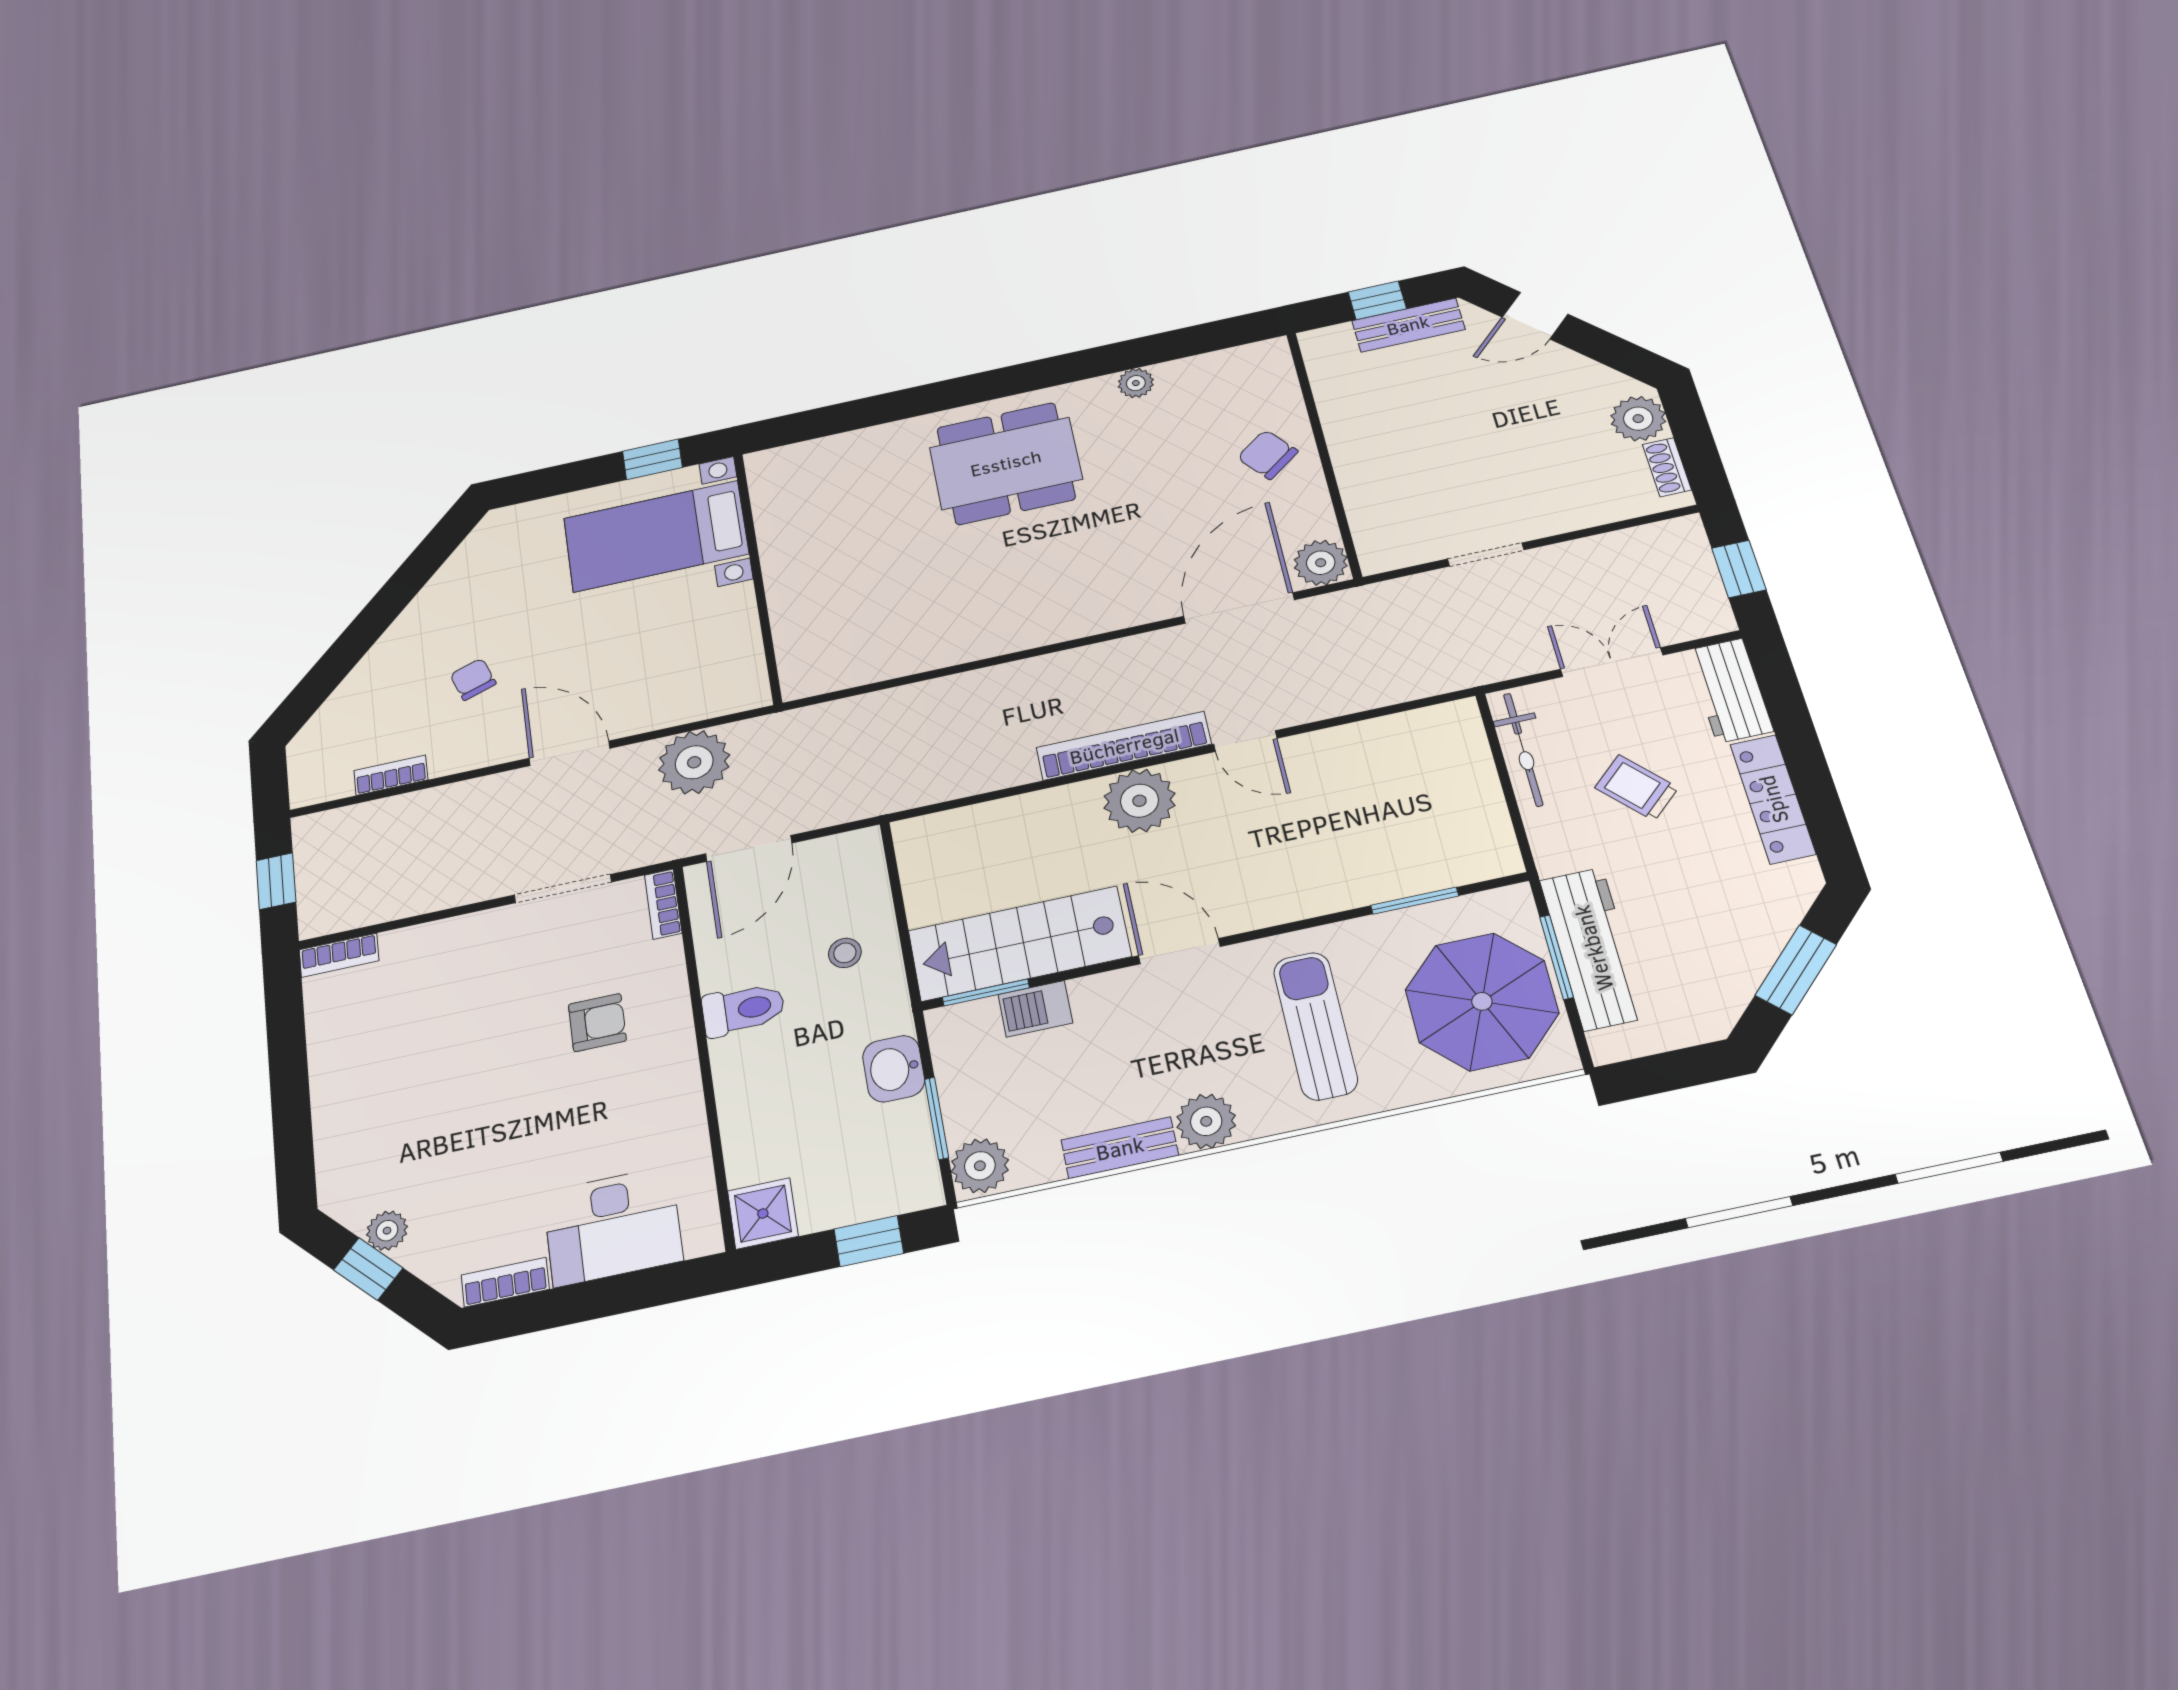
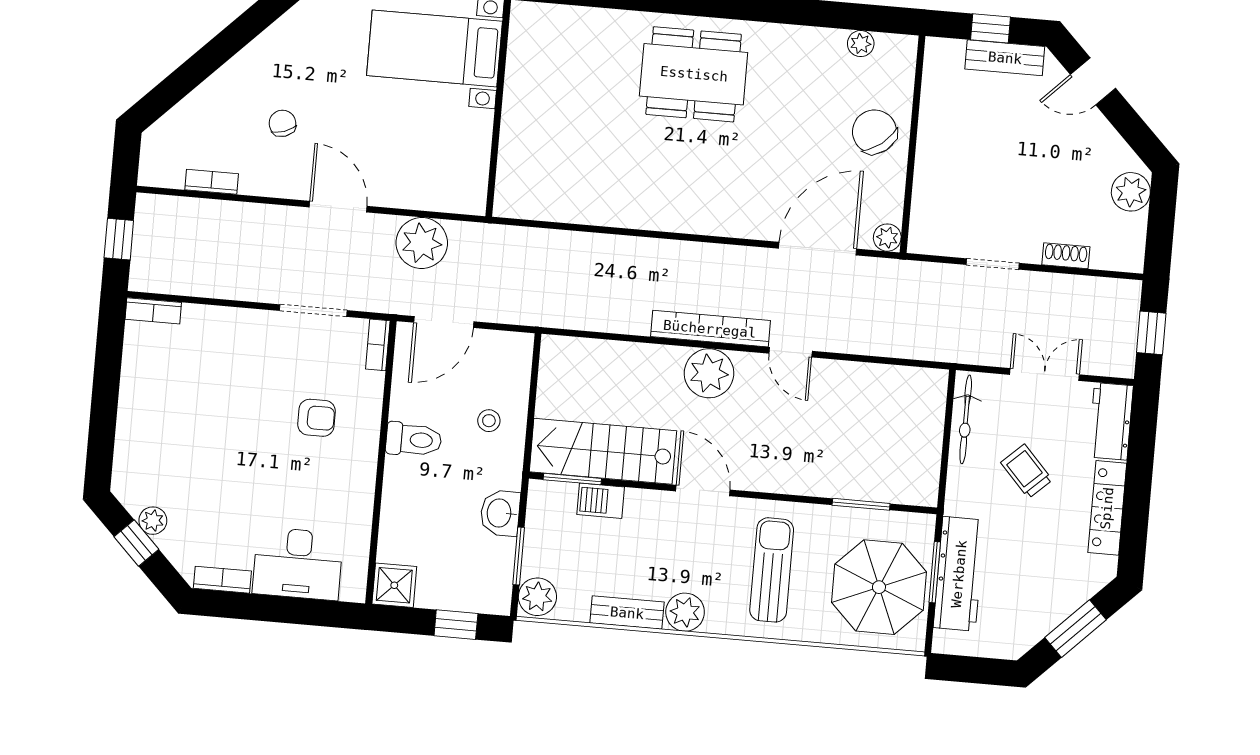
plant: (1136, 383) -> (861, 44), moved
chair: (1268, 455) -> (875, 132), width x1.37, depth x1.37
shoe rack: (1667, 467) -> (1066, 256), moved, turned 90
plant: (1321, 563) -> (887, 238), width x0.73, depth x0.73

